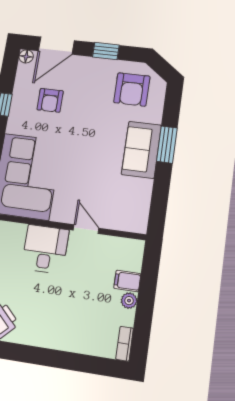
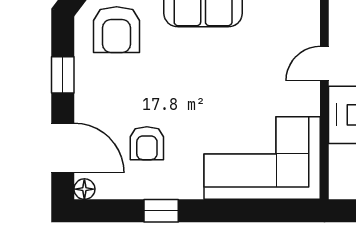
armchair: (132, 89) -> (117, 30), turned 90
armchair: (50, 100) -> (147, 143), turned 90

